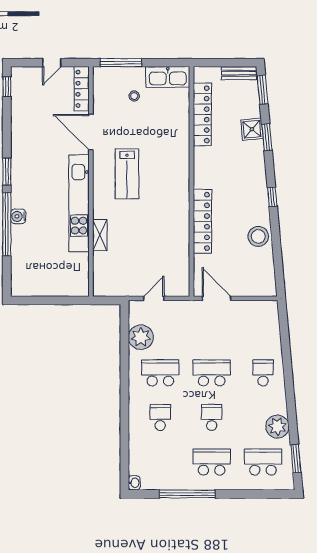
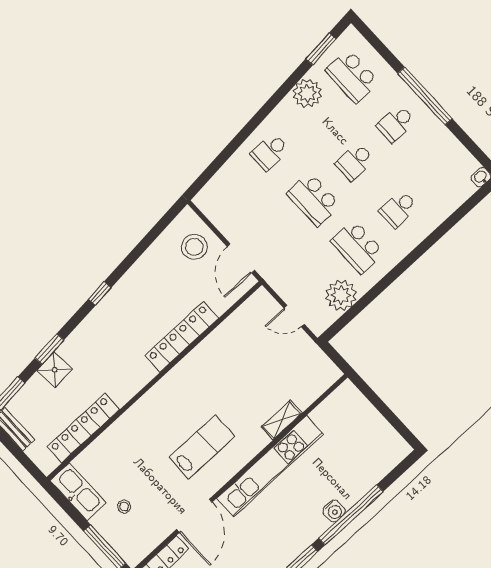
stool: (258, 236) -> (194, 247), moved
school desk: (212, 462) -> (396, 124), width x0.54
window: (187, 494) -> (425, 96), moved

